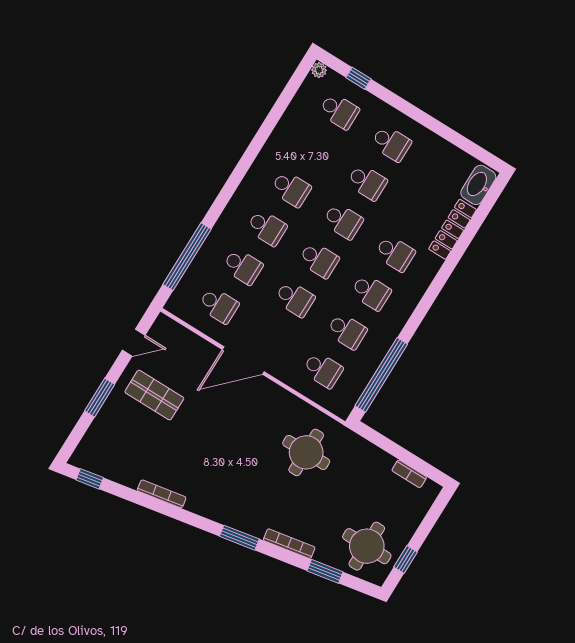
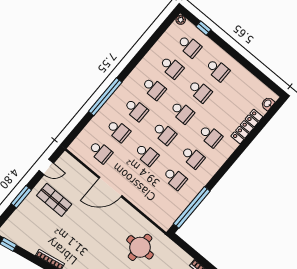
washbasin: (478, 185) -> (268, 104), width x0.52, depth x0.69
window: (187, 257) -> (105, 97), moved
school desk: (323, 370) -> (171, 67), moved

